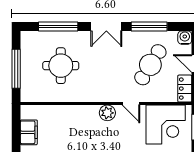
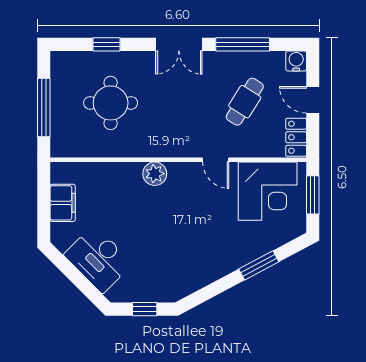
window: (58, 27) -> (106, 44), width x0.46
cafe table: (150, 65) -> (245, 102), width x0.73, depth x0.74
plant: (107, 113) -> (155, 174), moved

